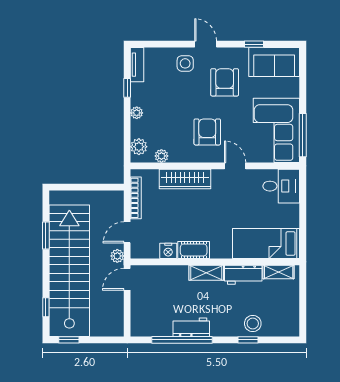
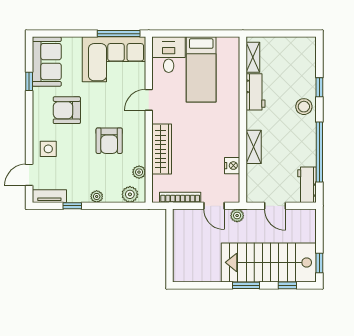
door: (206, 44) -> (29, 175), moved
armchair: (207, 132) -> (109, 141), moved, turned -90
window: (46, 236) -> (246, 285), moved
bed: (266, 243) -> (201, 69), moved
cot: (194, 250) -> (231, 141), removed
stairs: (69, 271) -> (269, 262), width x0.73
shelving: (206, 273) -> (254, 147), moved
door: (127, 279) -> (275, 206), moved
stool: (253, 323) -> (304, 107), moved
workbench: (191, 327) -> (307, 185), moved

